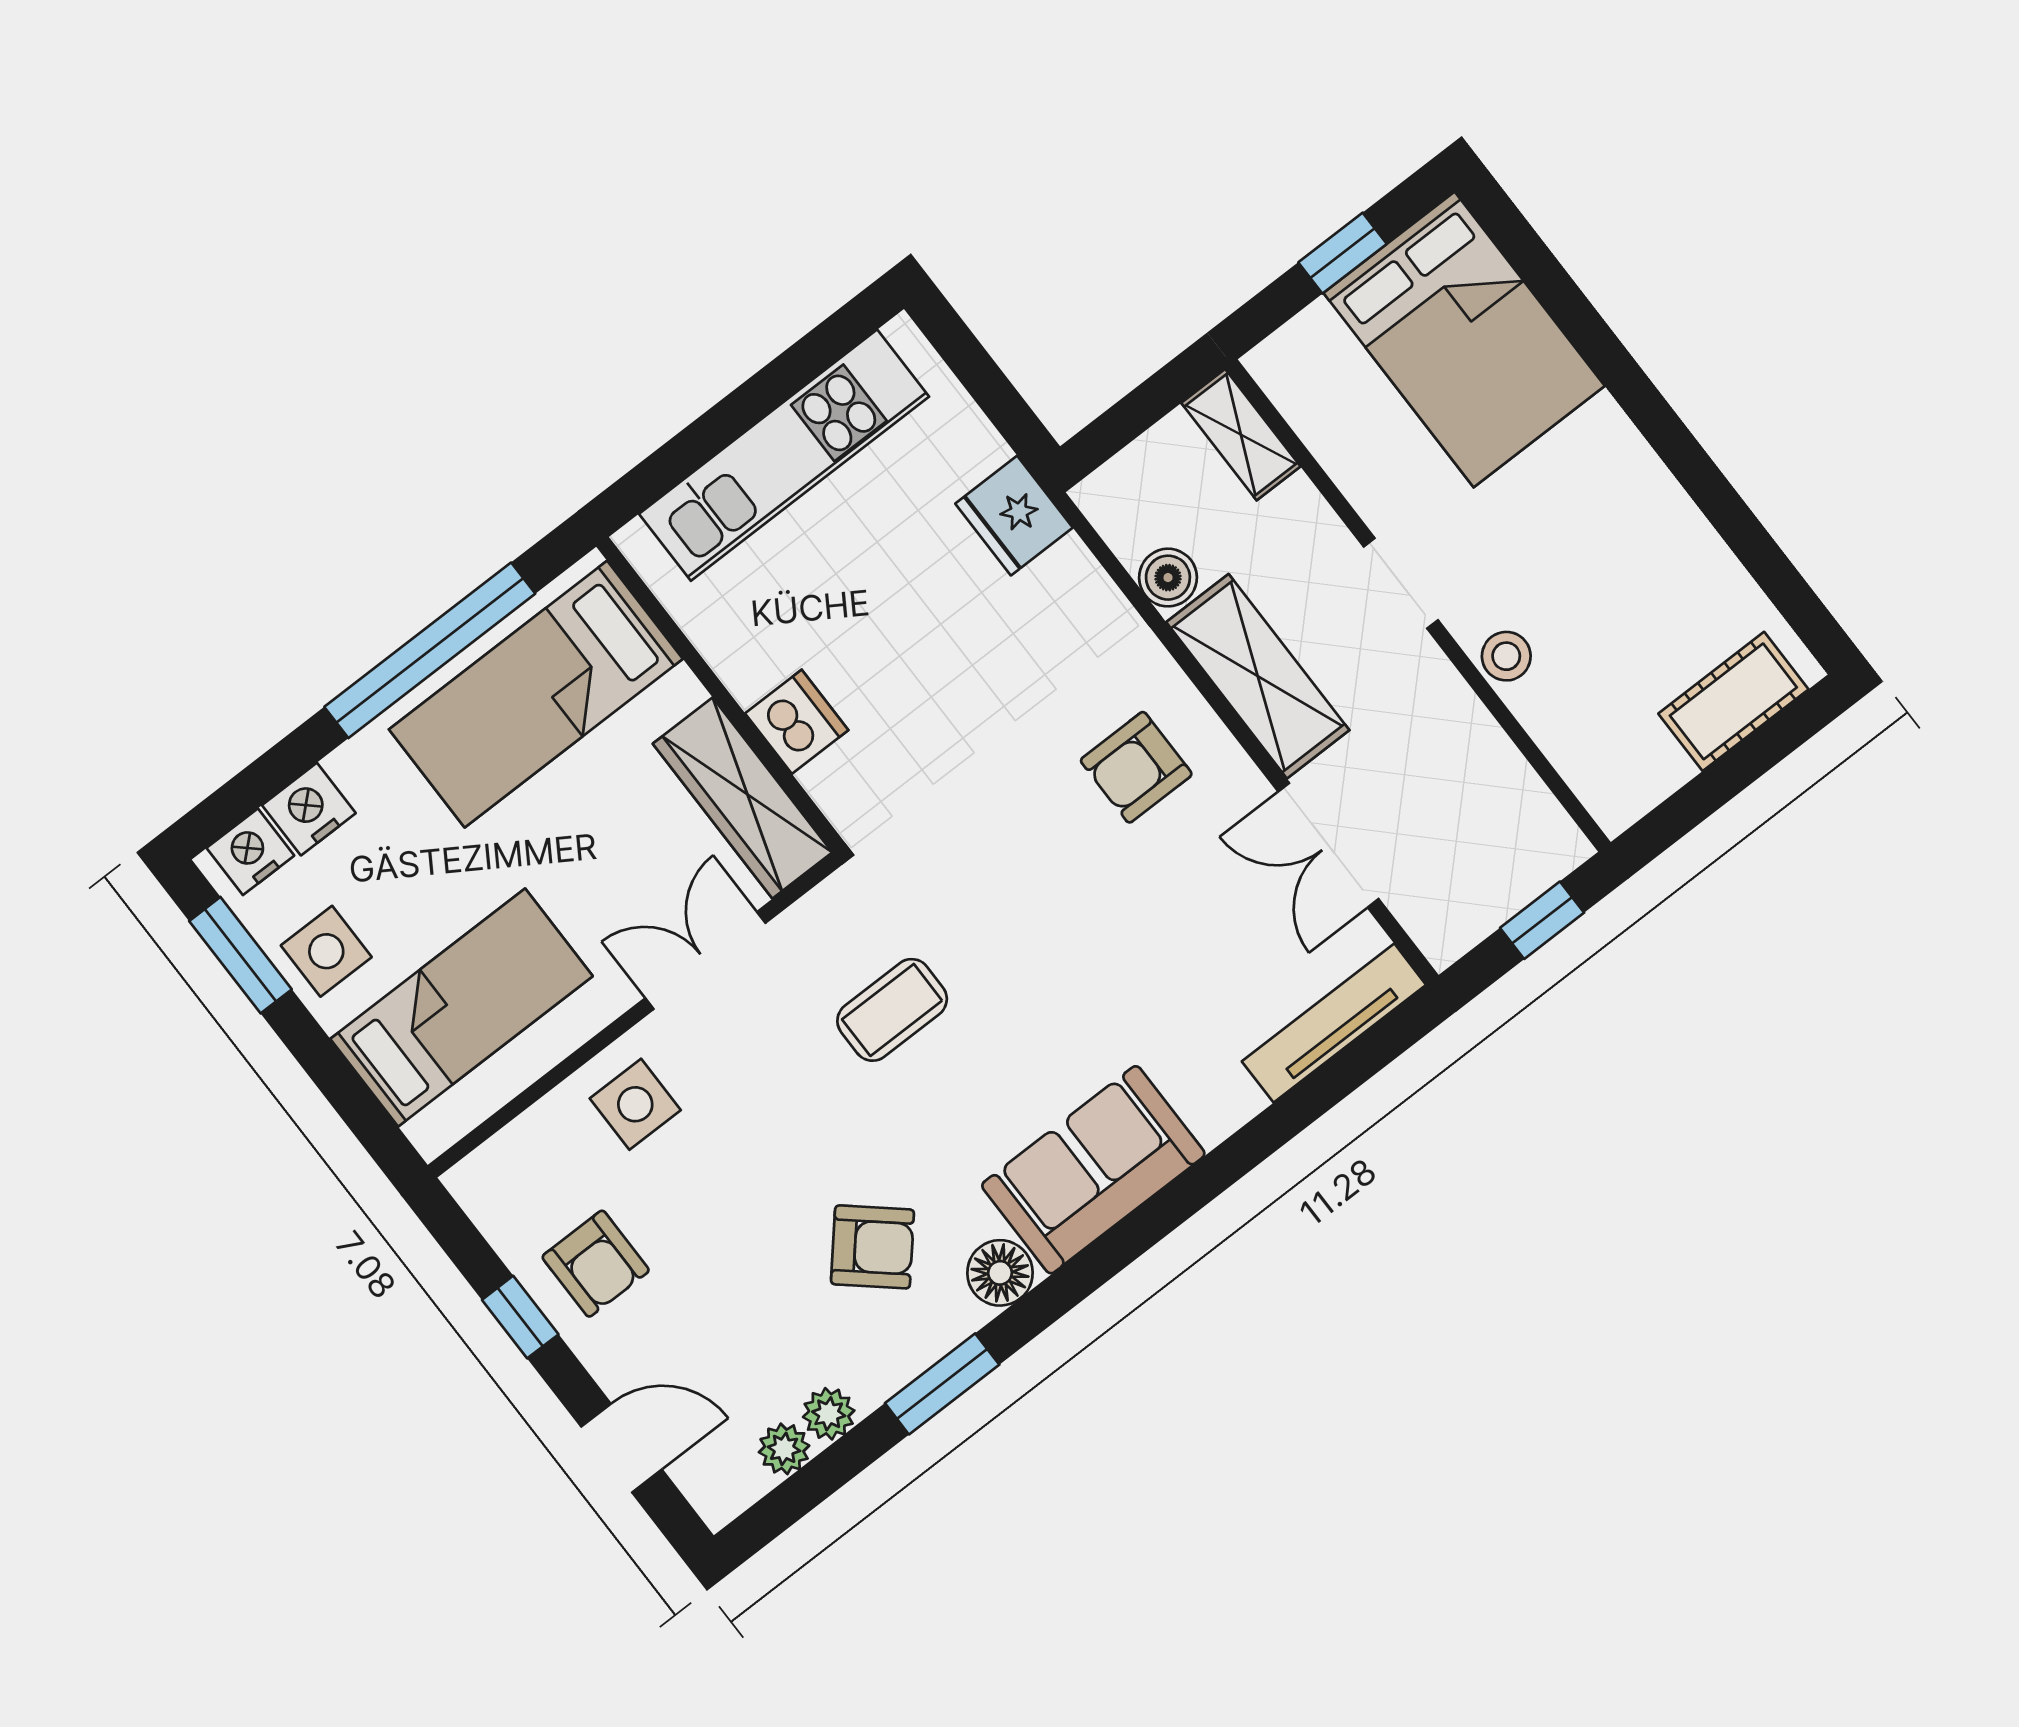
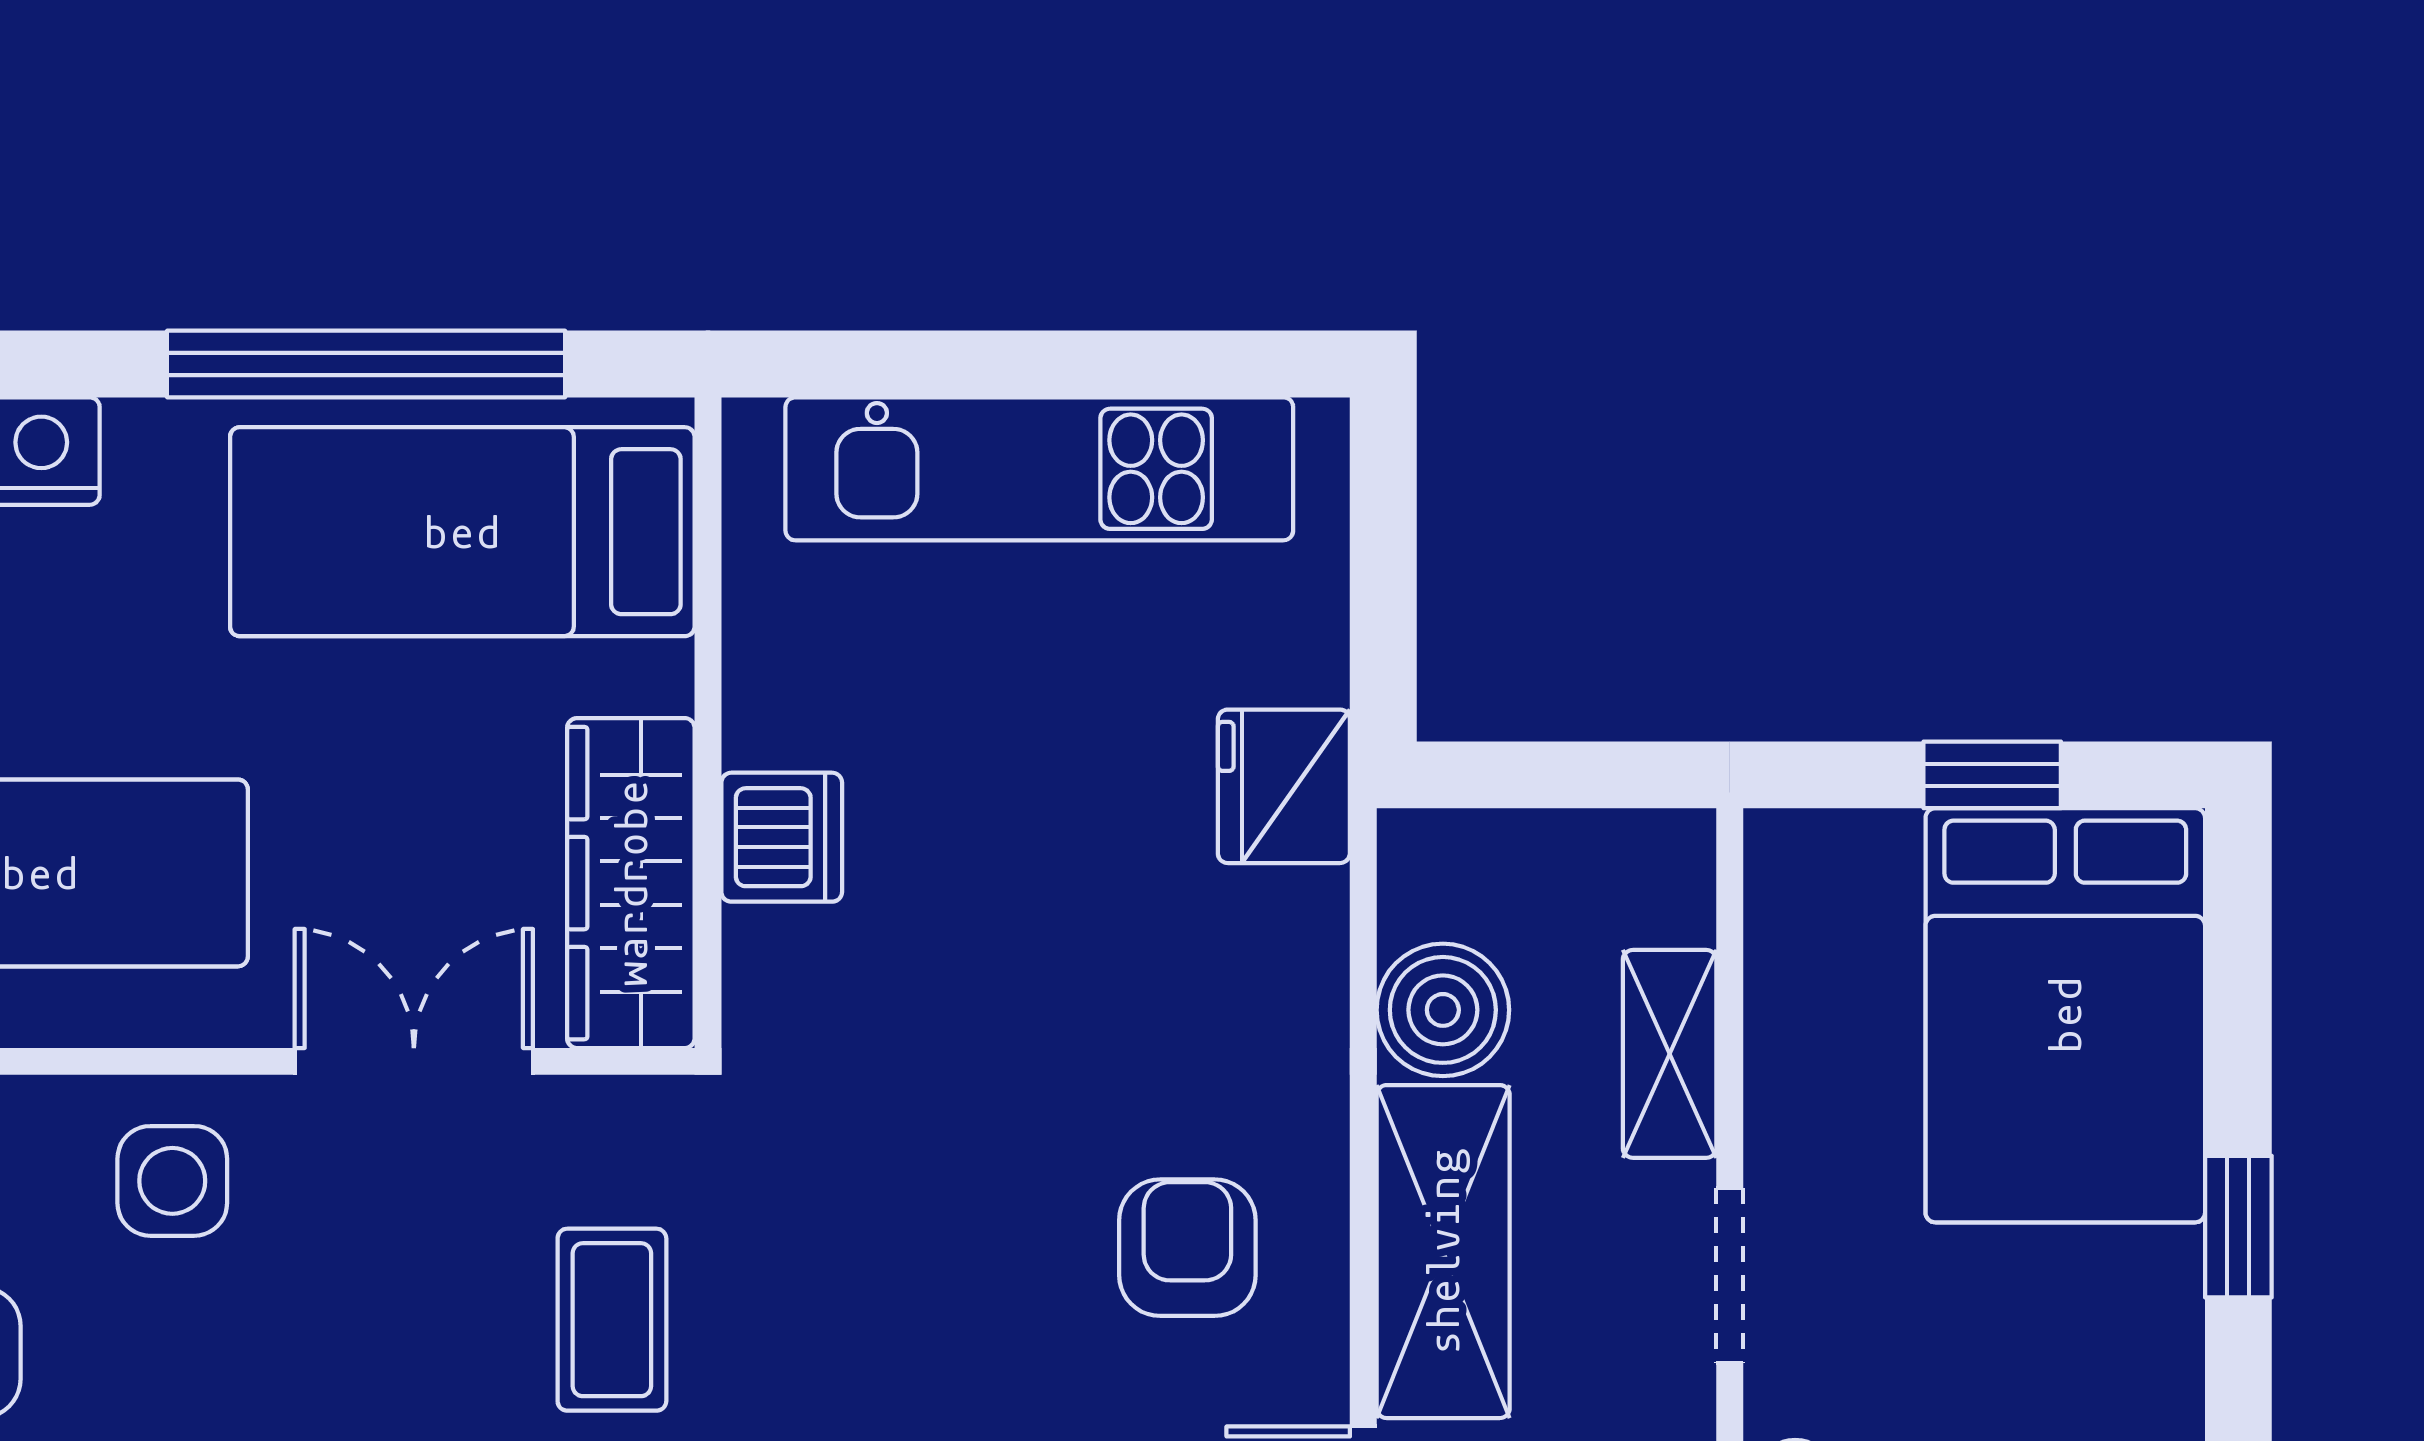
window: (1622, 376) -> (2238, 1227), added
shelving: (1241, 435) -> (1670, 1054), moved
boiler: (1168, 578) -> (1443, 1010), width x1.36, depth x1.36
armchair: (1136, 767) -> (1187, 1248), turned 90
coffee table: (892, 1010) -> (612, 1320), turned 90

